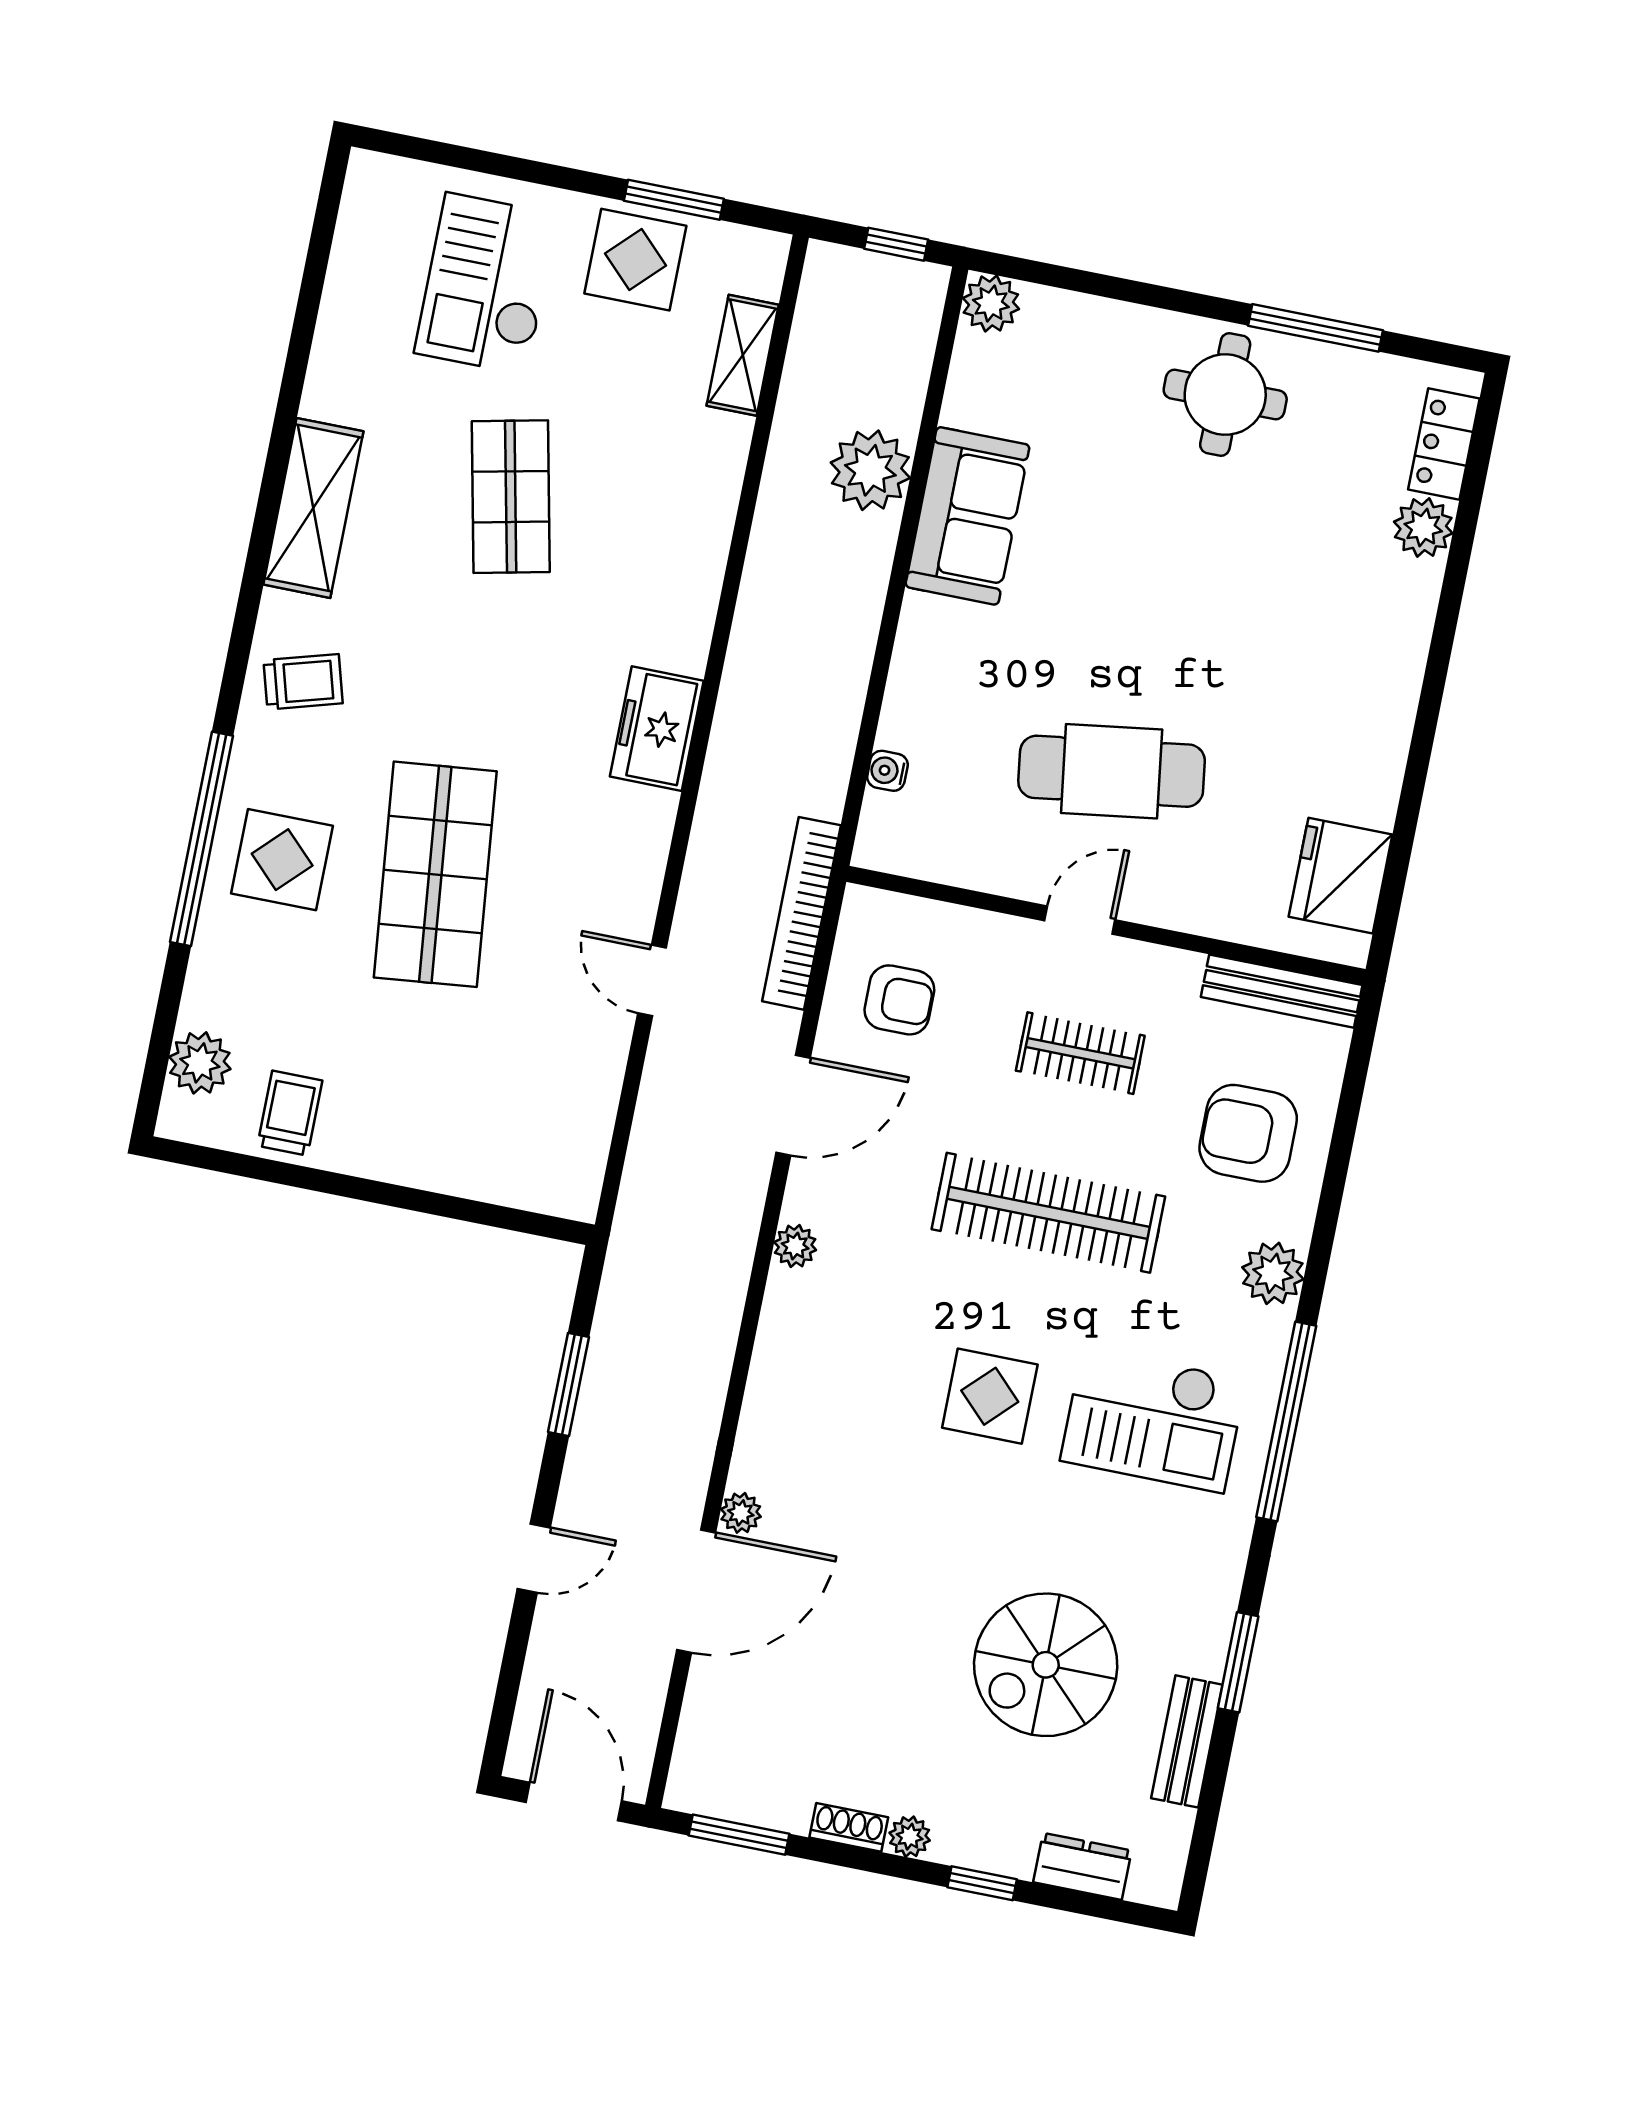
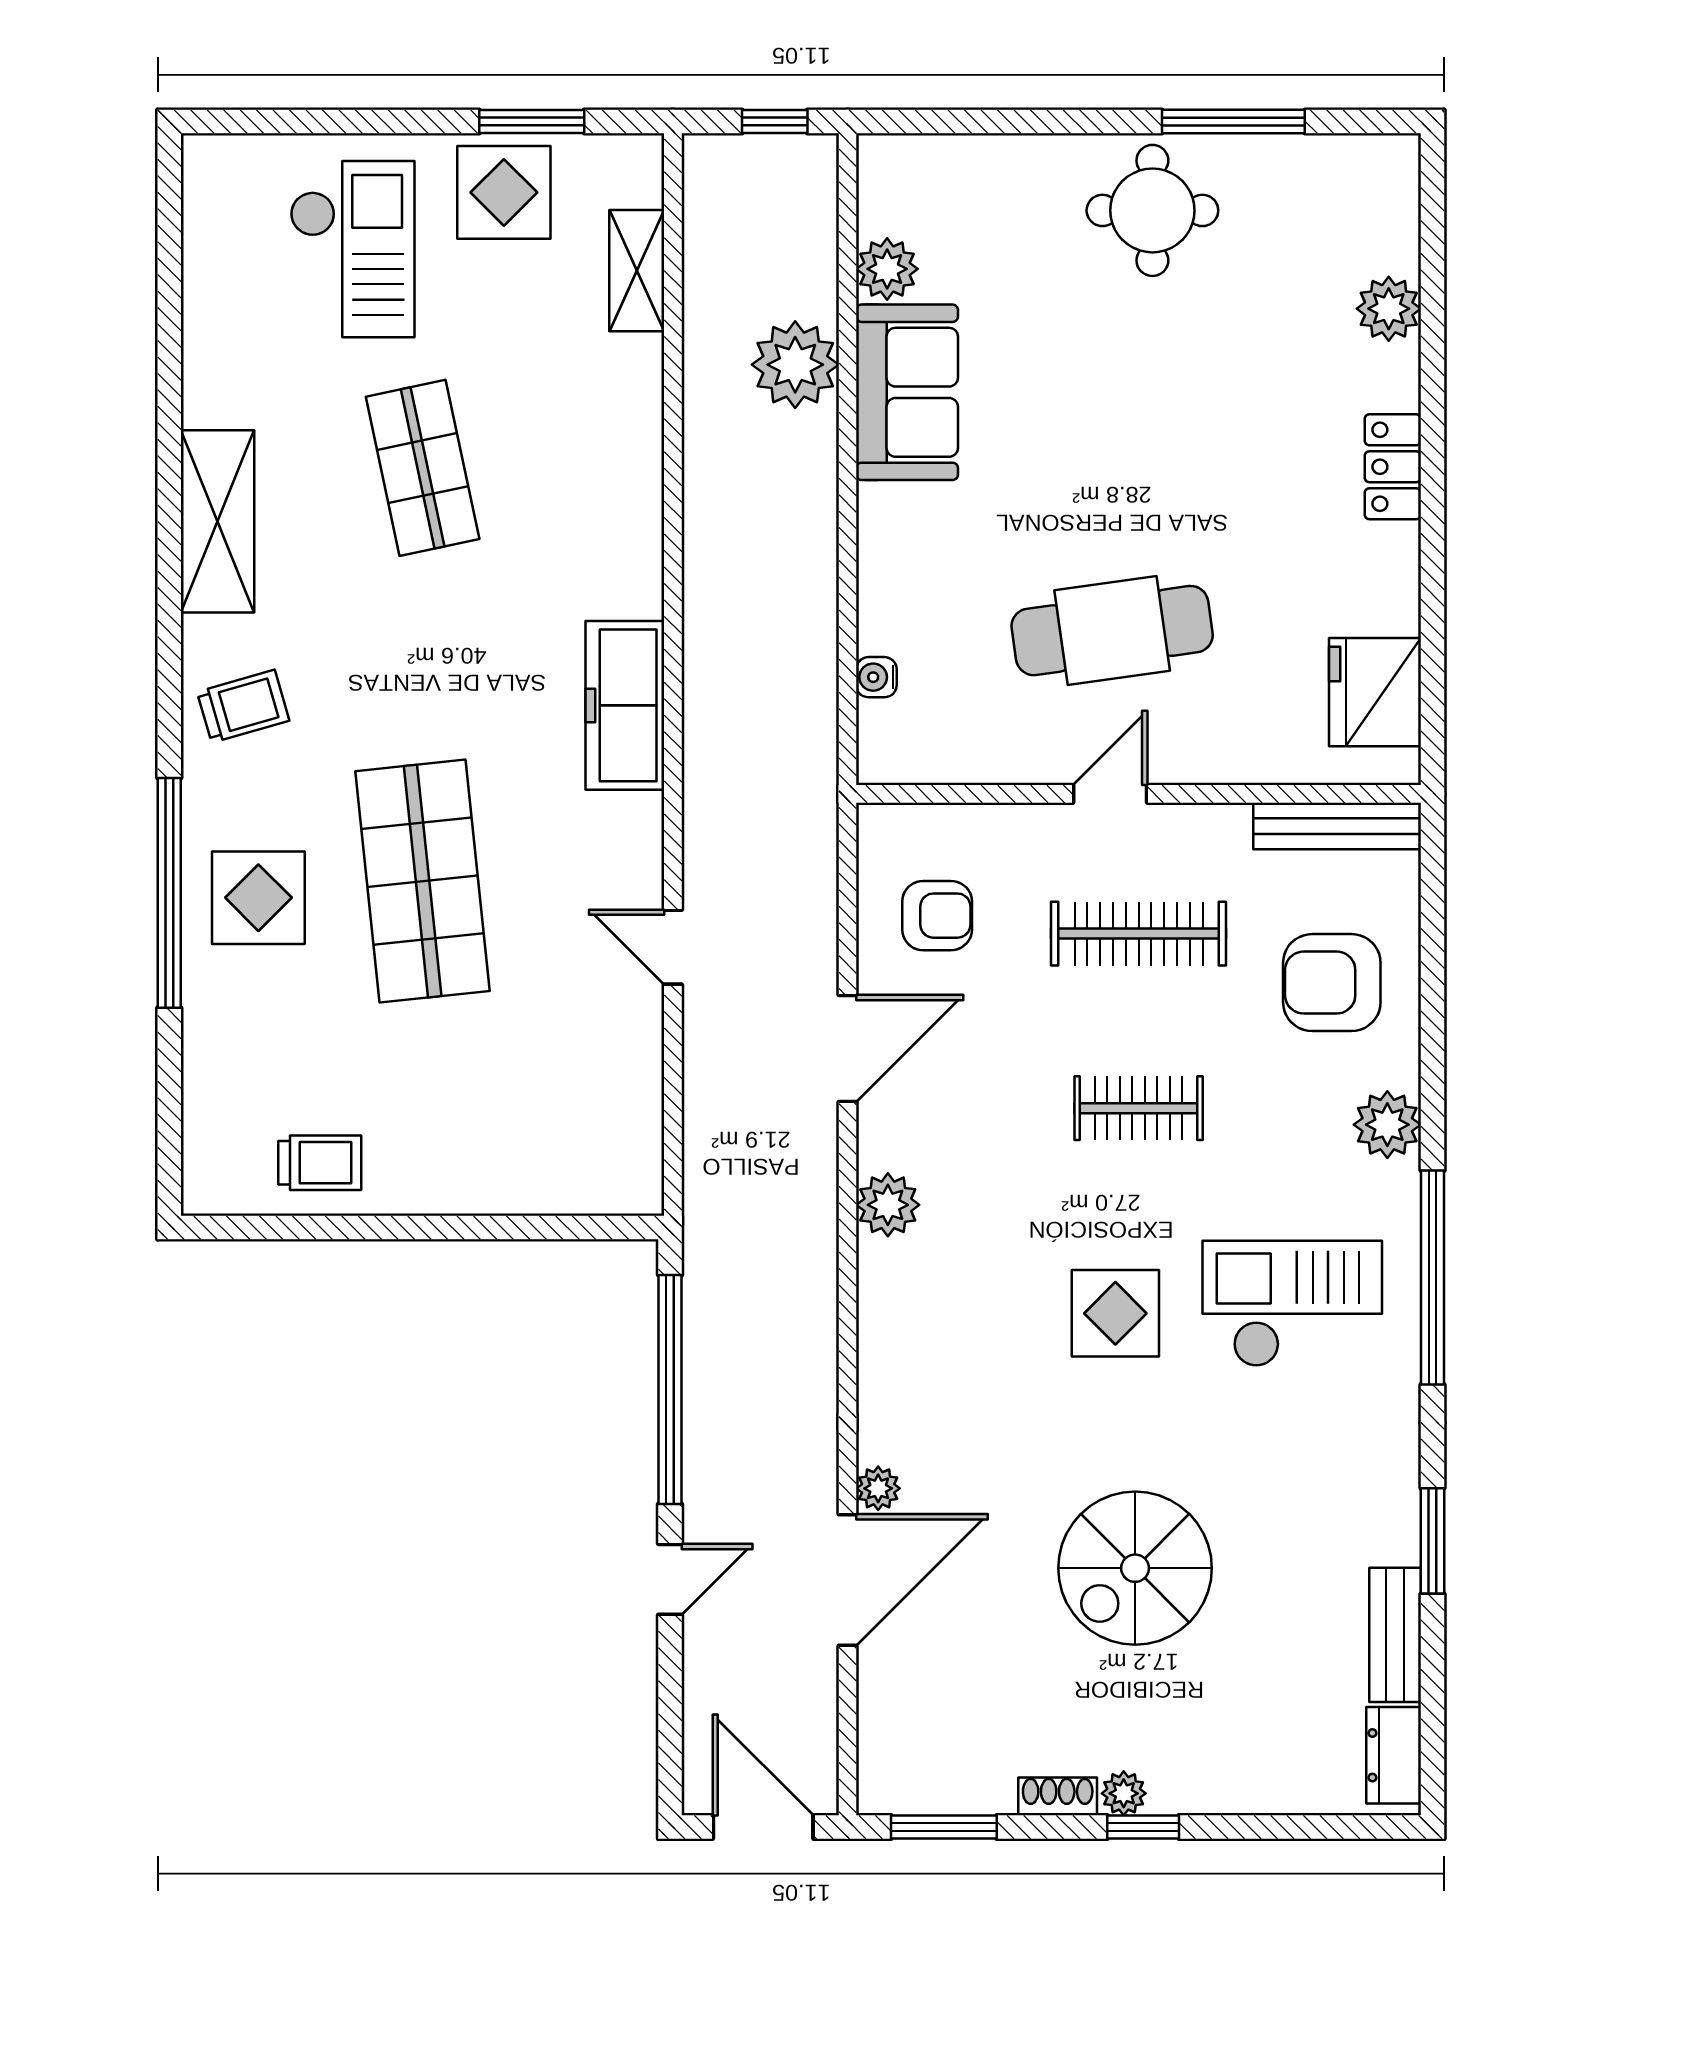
checkout: (486, 284) -> (352, 249), turned 180
plant: (991, 303) -> (887, 269), moved
locker: (1444, 444) -> (1393, 467), moved
freezer: (657, 729) -> (625, 705), width x1.40
bookcase: (801, 913) -> (816, 845), removed
clothes rail: (1080, 1053) -> (1139, 934), width x1.36
plant: (200, 1063) -> (215, 1129), removed
trolley: (290, 1113) -> (320, 1163), turned 90
clothes rail: (1048, 1213) -> (1139, 1108), width x0.54, depth x0.76
plant: (795, 1246) -> (888, 1205), width x1.38, depth x1.38
window: (569, 1385) -> (670, 1390), width x2.11
checkout: (1153, 1420) -> (1292, 1304), turned 180
spiral stairs: (1046, 1665) -> (1135, 1568), moved
dresser: (1082, 1866) -> (1394, 1755), moved, turned -90
window: (982, 1883) -> (1143, 1827), moved

